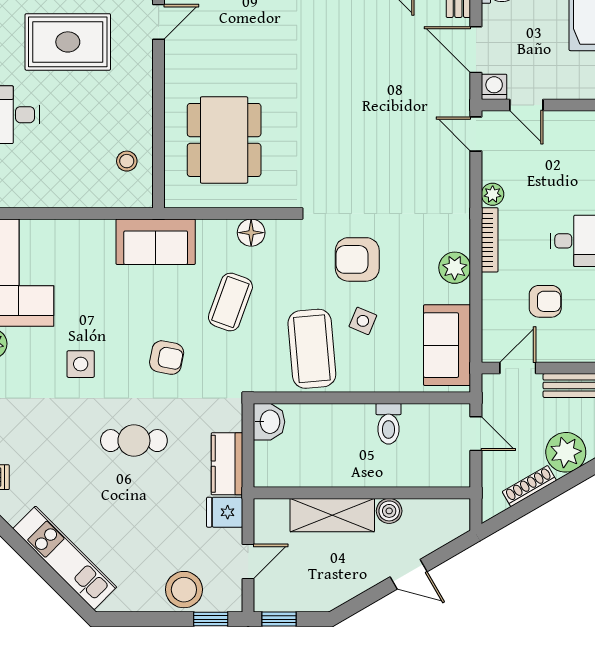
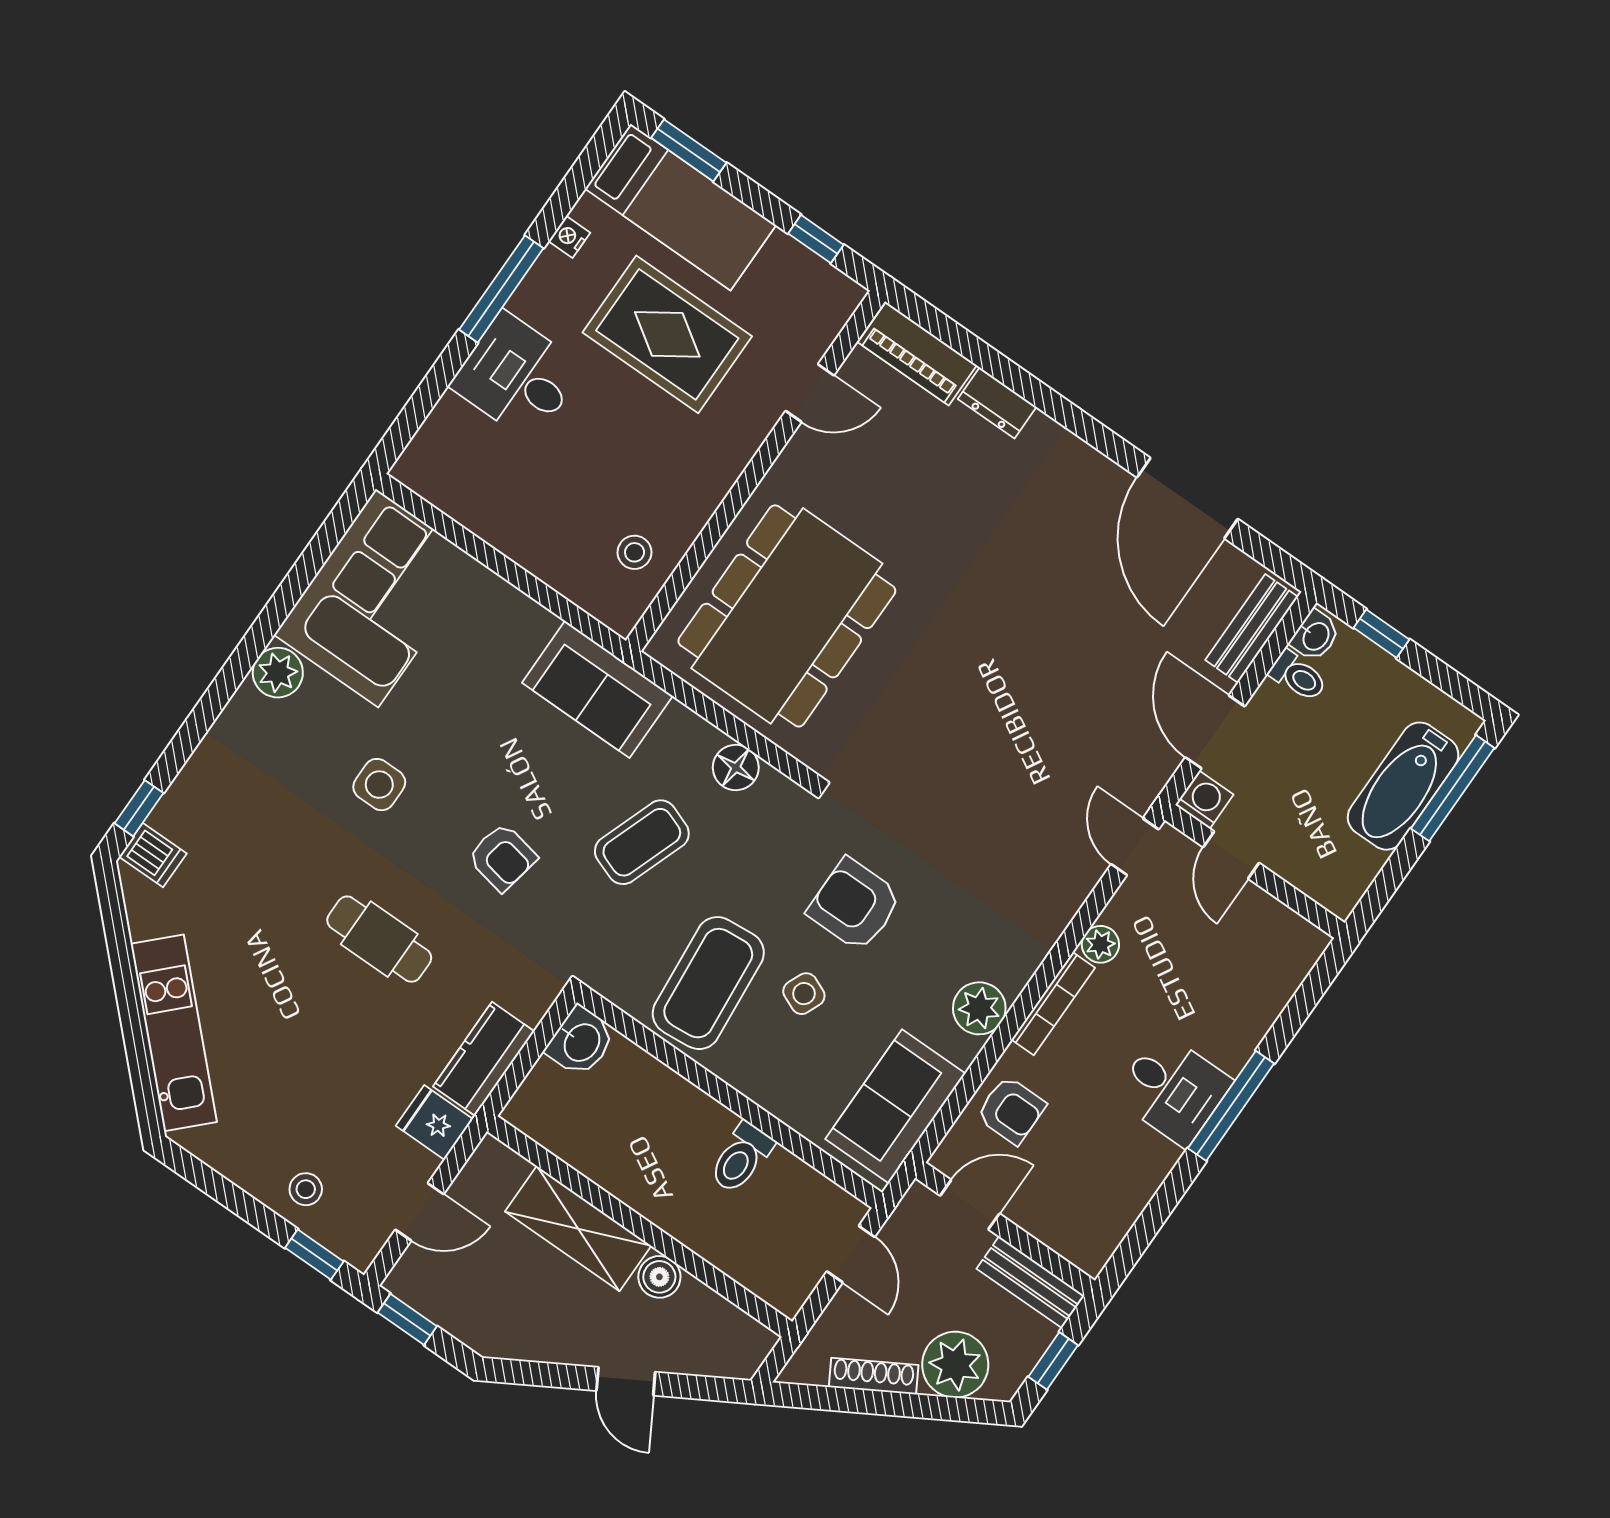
dining table: (224, 140) -> (787, 616), width x1.36, depth x1.24
armchair: (545, 301) -> (1011, 1110), moved
stool: (184, 590) -> (306, 1189), width x0.53, depth x0.53

